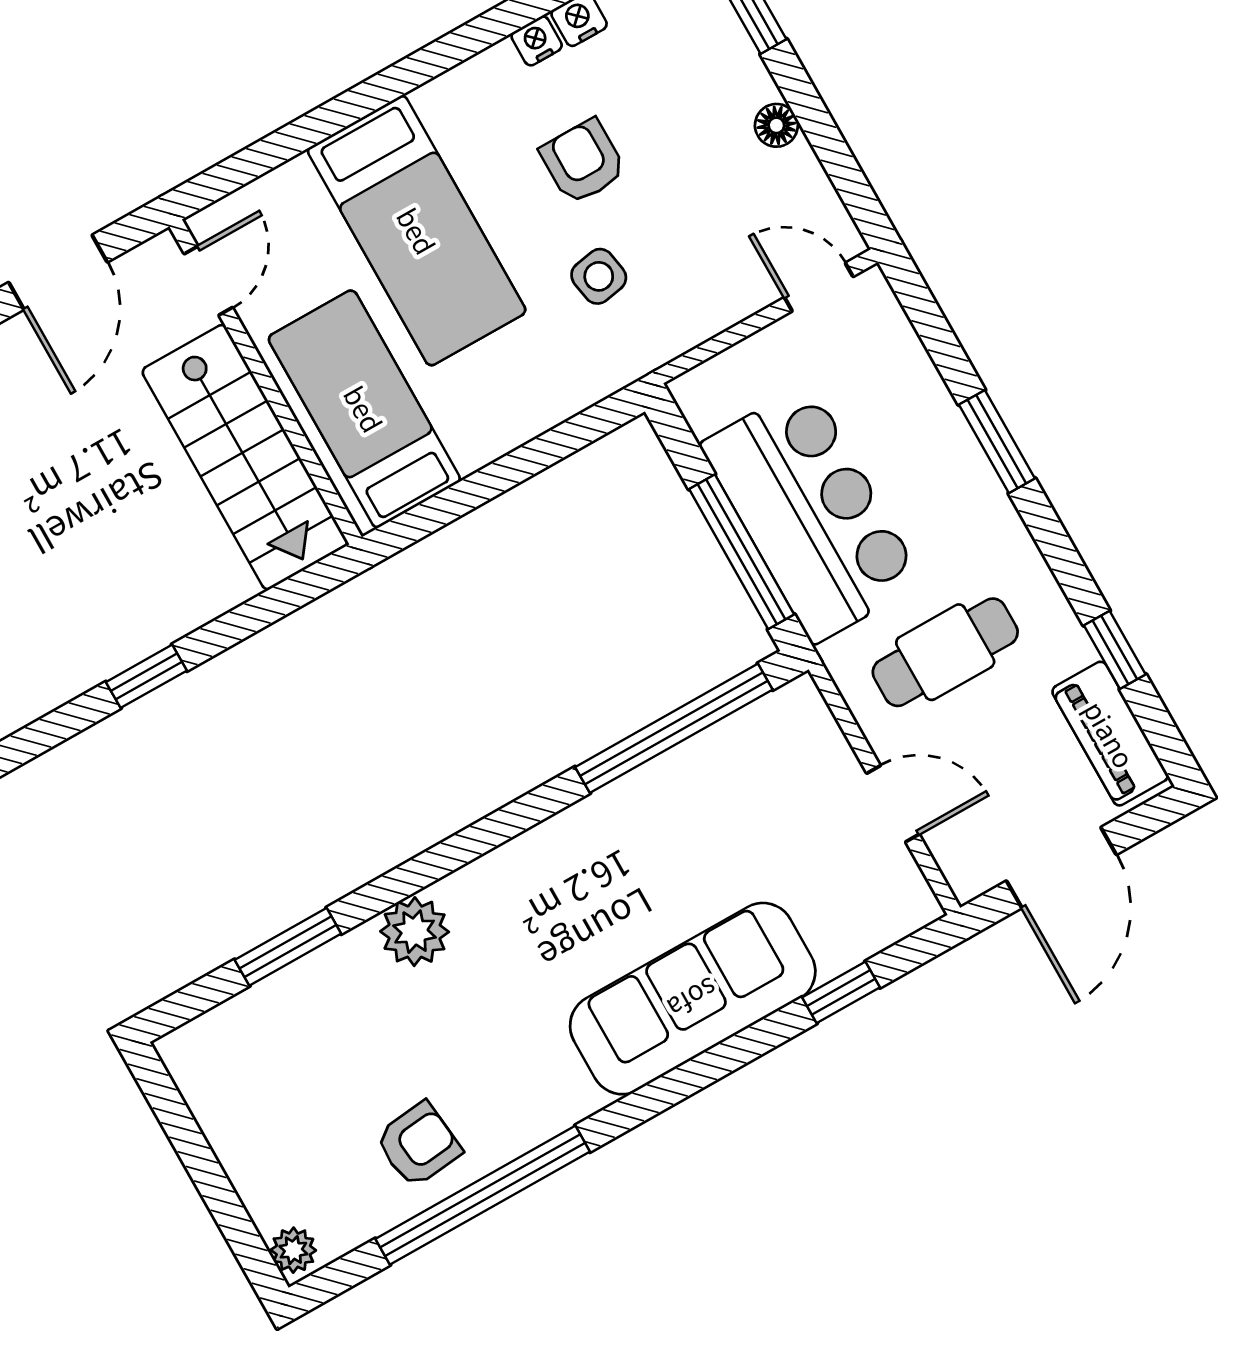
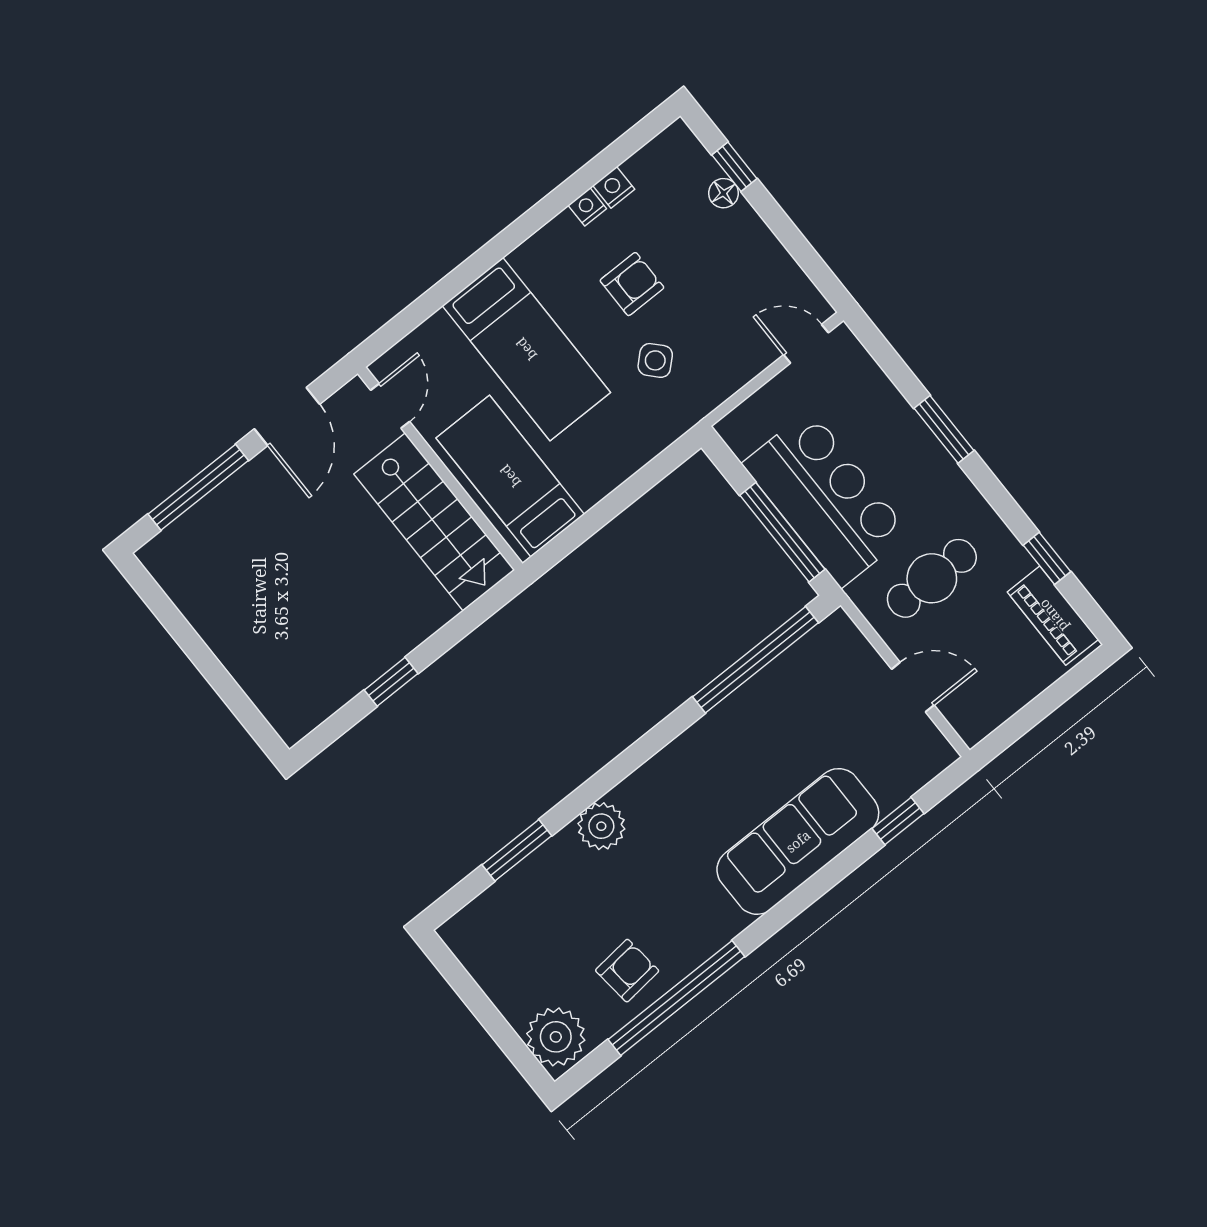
floor lamp: (776, 125) -> (724, 193), moved
armchair: (583, 162) -> (632, 284), turned 90
side table: (599, 276) -> (655, 360), turned -33
door: (1061, 868) -> (1034, 712), removed
plant: (293, 1250) -> (556, 1037), width x1.88, depth x1.88

